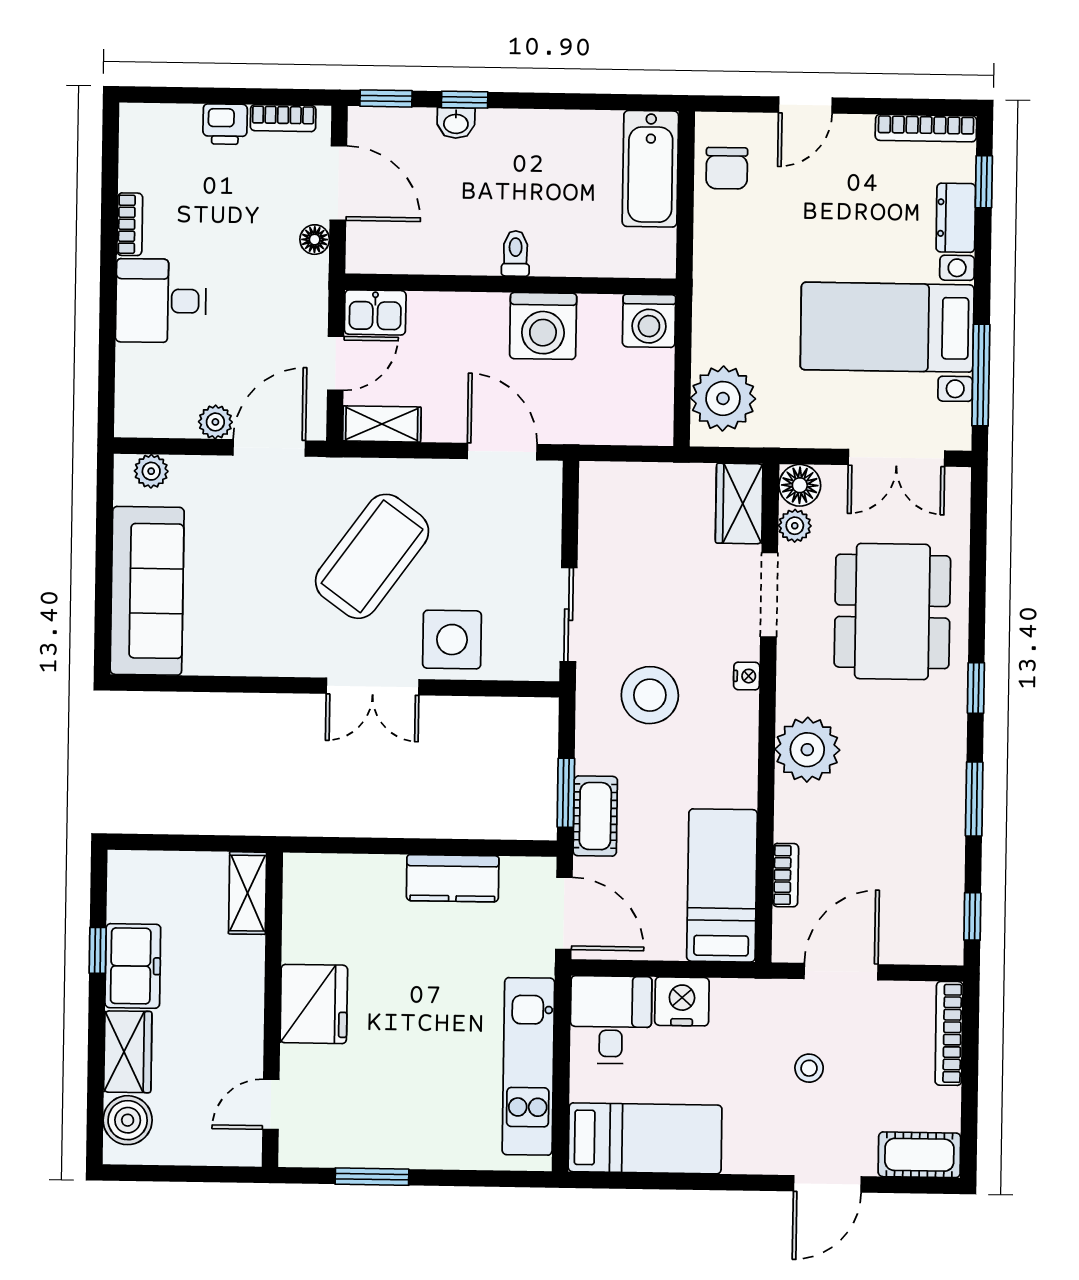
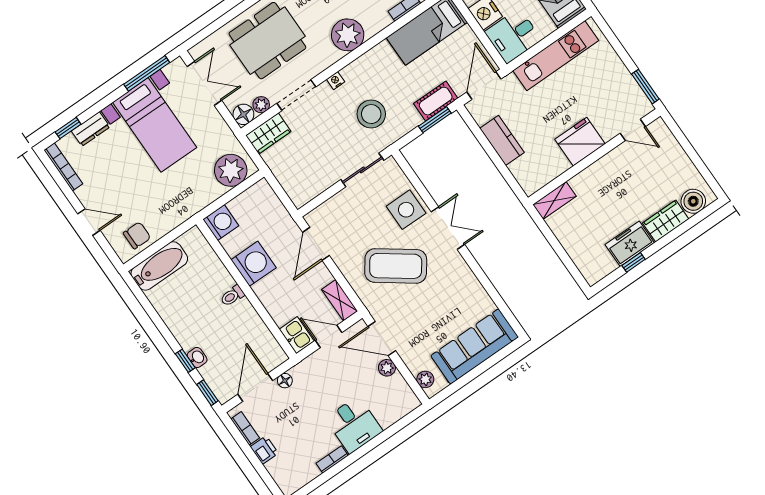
shelving: (248, 893) -> (554, 200), moved
fridge: (314, 1004) -> (580, 142), moved
wall: (272, 1010) -> (594, 157), moved
door: (271, 1104) -> (633, 130), moved

